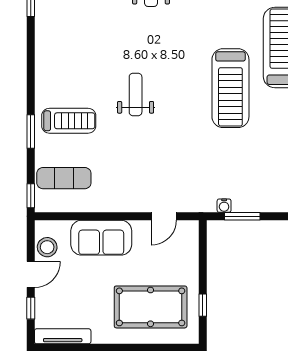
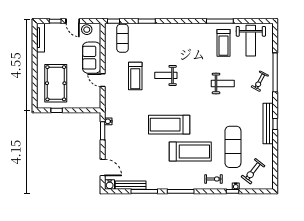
weight bench: (136, 94) -> (166, 75), turned 180
treadmill: (69, 121) -> (135, 76), moved
door: (164, 216) -> (103, 80), moved

